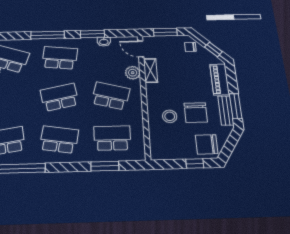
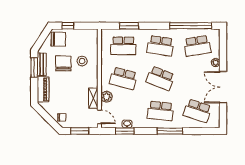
window: (92, 34) -> (125, 131), moved
window: (213, 49) -> (45, 115), removed
school desk: (59, 97) -> (160, 78), turned 33

